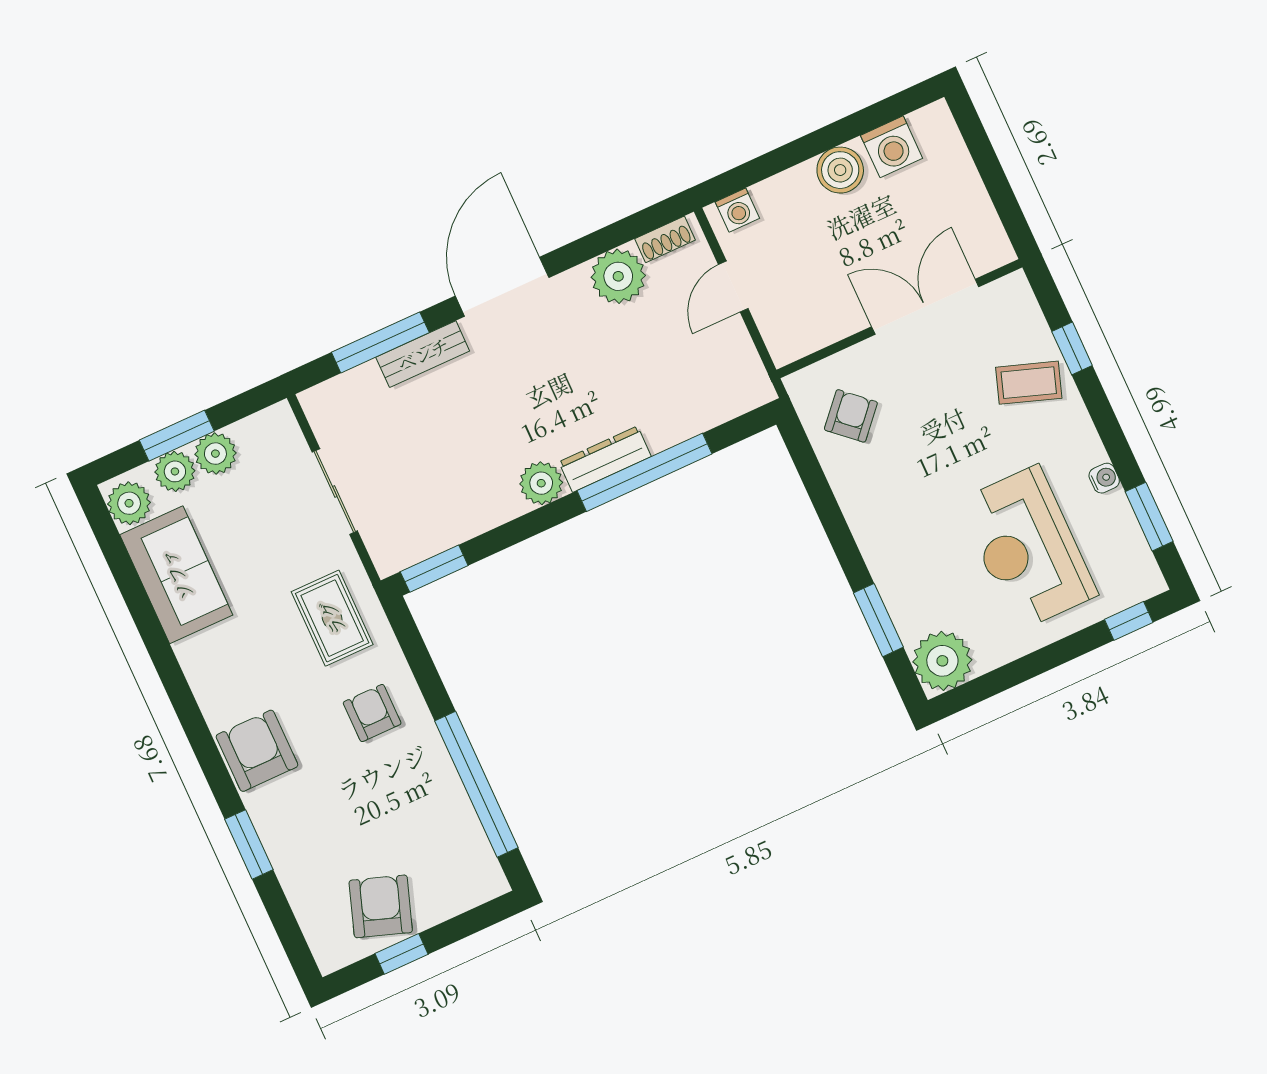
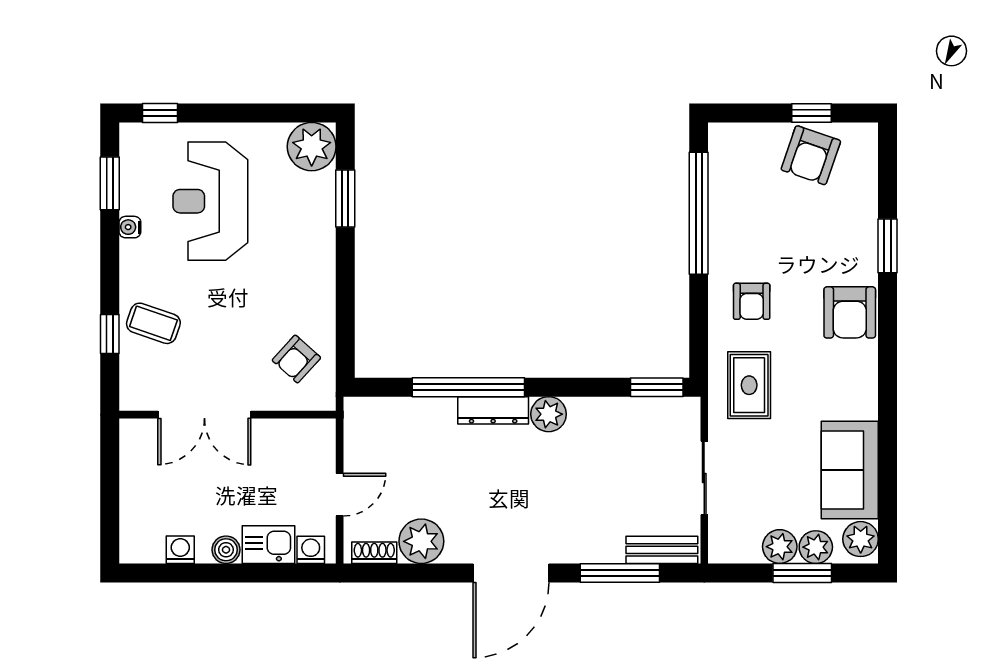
washing machine: (892, 147) -> (180, 550), width x0.73, depth x0.73
boiler: (840, 170) -> (226, 550), width x0.73, depth x0.73
kitchen sink: (787, 194) -> (268, 545), added
bench: (423, 354) -> (662, 550), moved
reception desk: (1028, 548) -> (210, 201), turned 180

